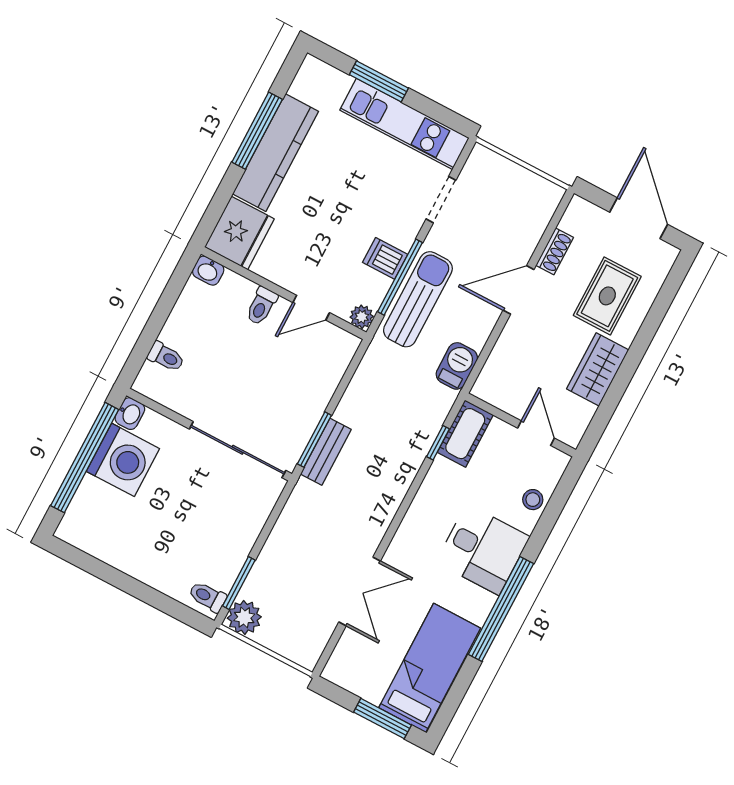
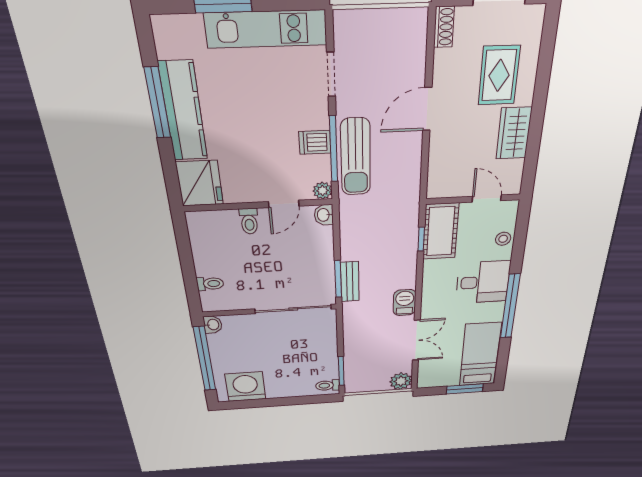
shoe rack: (555, 251) -> (444, 27), moved
washbasin: (208, 271) -> (324, 215), moved, turned 90
sun lounger: (418, 299) -> (356, 157), turned 180
barbecue: (457, 366) -> (405, 303), moved
cot: (465, 434) -> (441, 231), width x1.37, depth x1.34
washing machine: (123, 460) -> (245, 387), moved, turned -90
plant: (244, 617) -> (401, 381), moved

